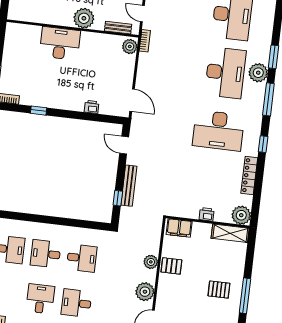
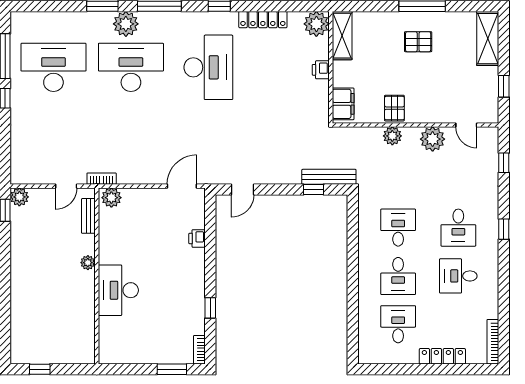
plant: (84, 18) -> (88, 263), width x0.53, depth x0.53
bench: (129, 186) -> (329, 177), moved
pallet: (219, 290) -> (418, 42), turned 90

